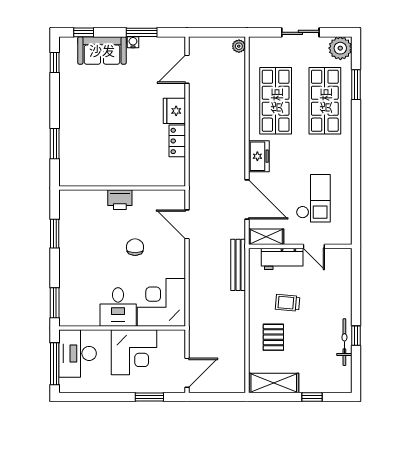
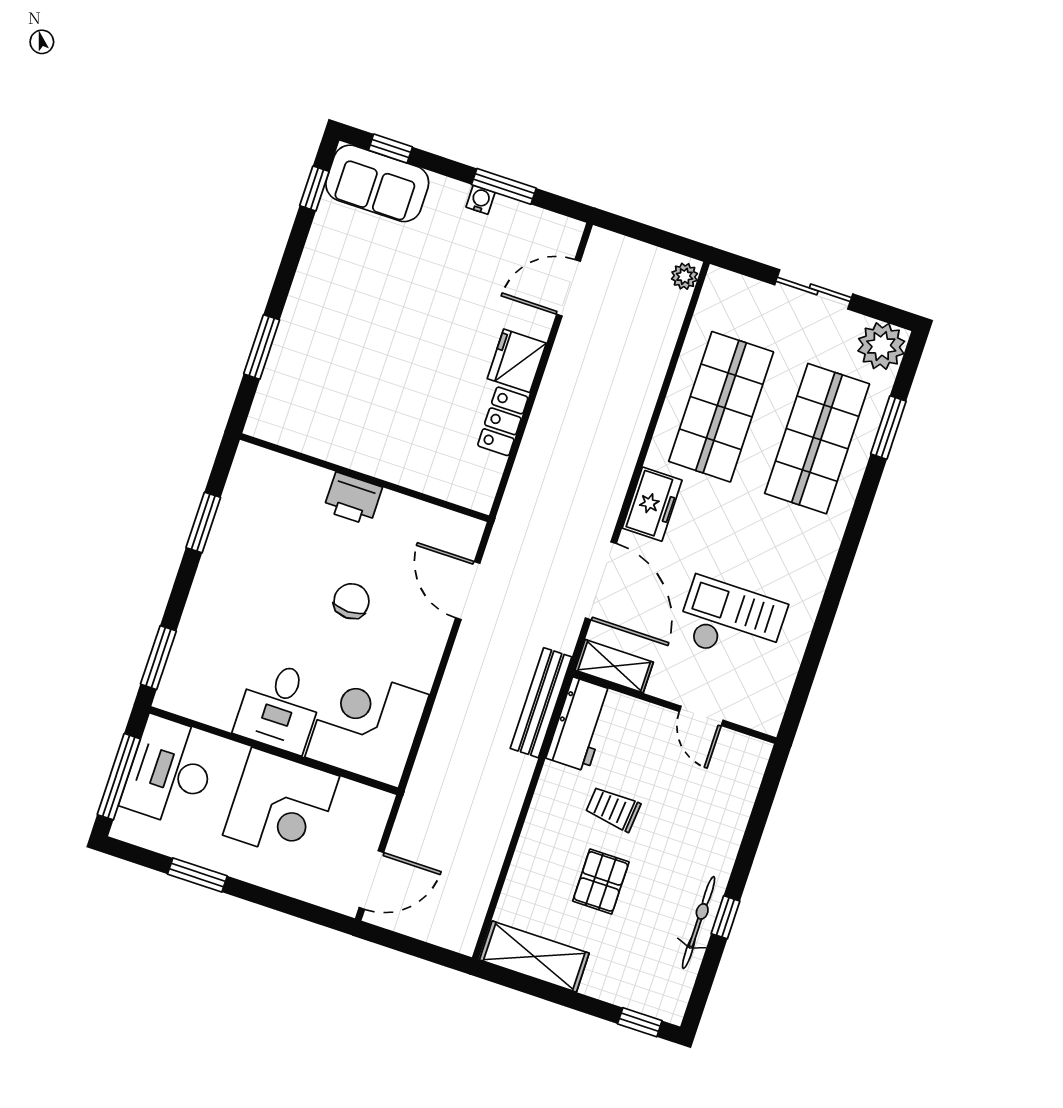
sofa: (102, 50) -> (377, 183), moved
checkout: (313, 198) -> (731, 622), turned -90
workbench: (282, 259) -> (580, 724), moved, turned -90
pallet: (273, 337) -> (601, 881), moved
window: (149, 397) -> (197, 875), moved
window: (312, 397) -> (640, 1022), moved

